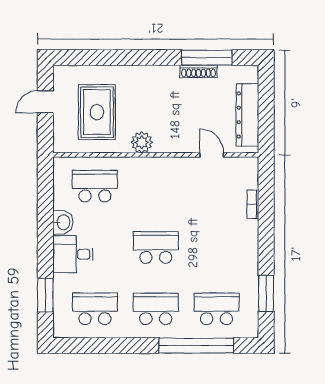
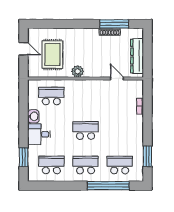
door: (45, 102) -> (24, 49), swing flipped

